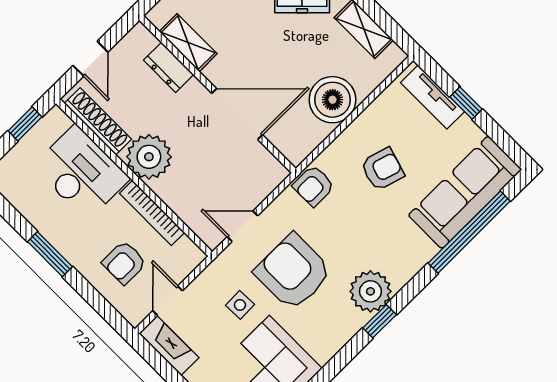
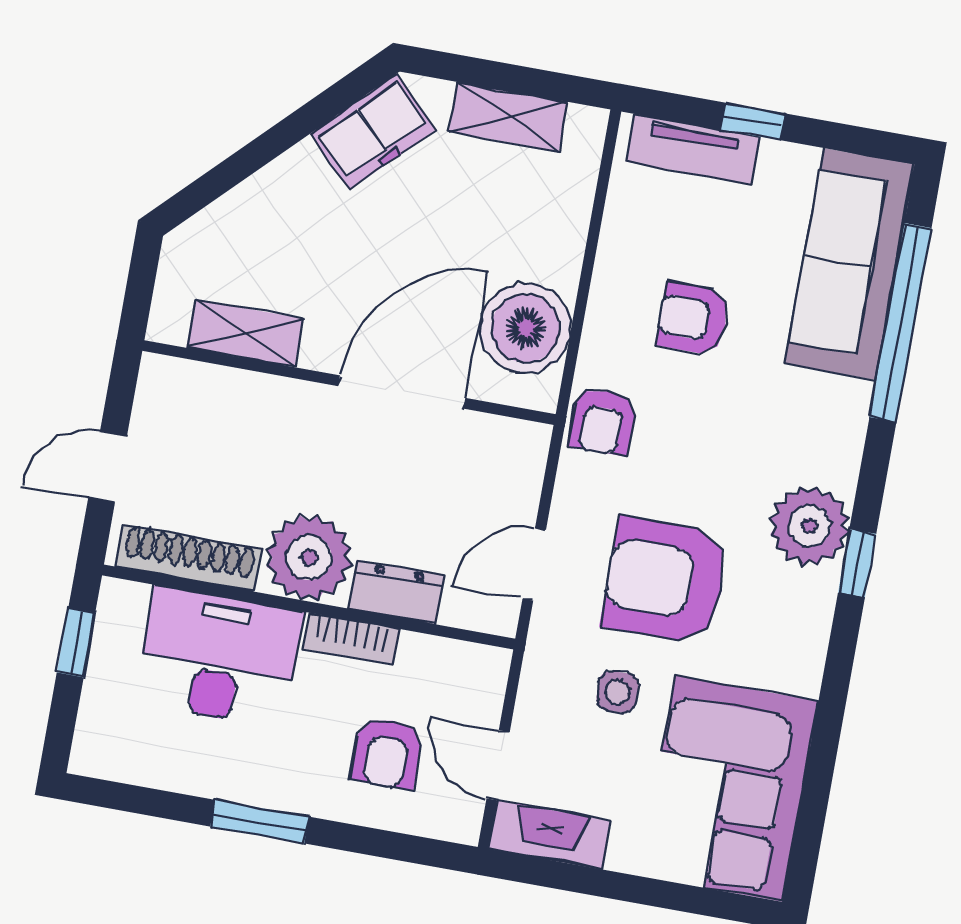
door: (90, 59) -> (108, 467), swing flipped
dresser: (169, 67) -> (396, 592), moved, turned 180
boiler: (333, 100) -> (525, 328), moved
armchair: (382, 169) -> (693, 319), turned -107
bookcase: (152, 213) -> (351, 639), width x0.64

